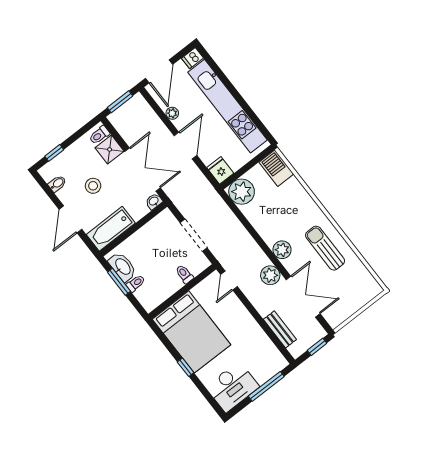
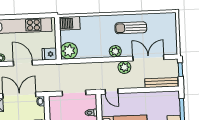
bench: (280, 329) -> (161, 83), width x1.36

